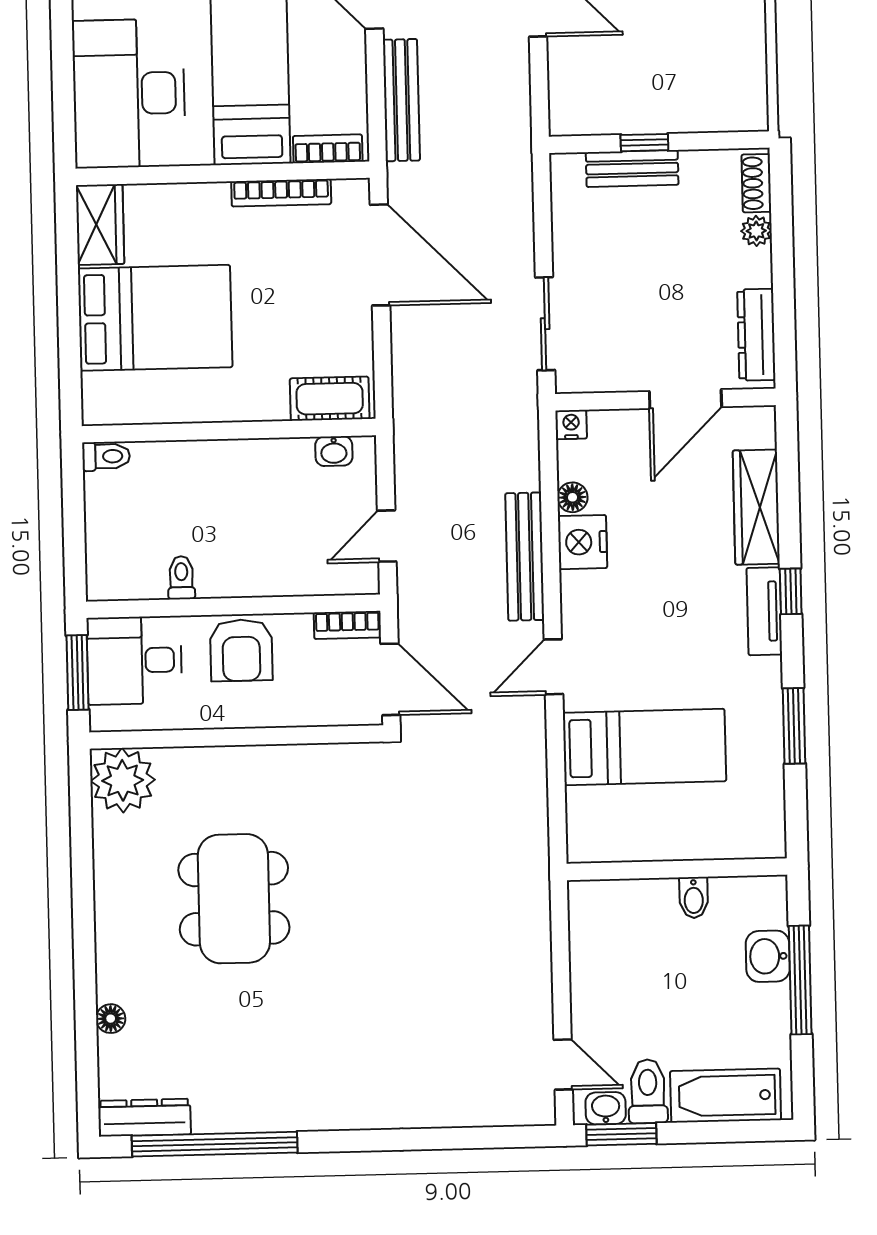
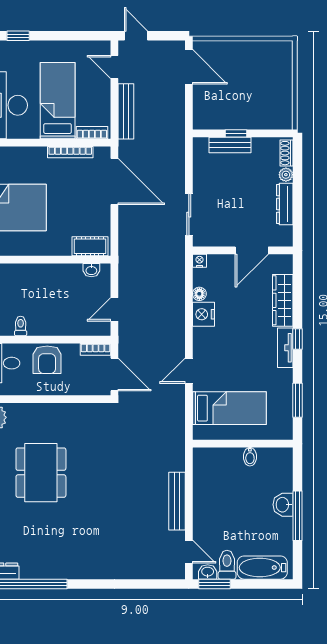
dresser: (756, 335) -> (285, 204), moved
bench: (525, 557) -> (177, 501), moved
wall: (677, 869) -> (243, 444), moved
bidet: (694, 898) -> (250, 457), moved

